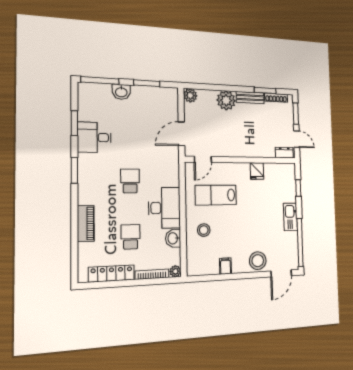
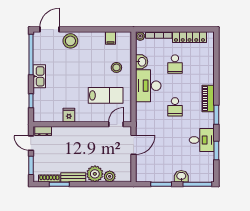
plant: (190, 95) -> (110, 176), moved
piano: (86, 224) -> (208, 99), moved
filing cabinet: (225, 266) -> (110, 38), moved

